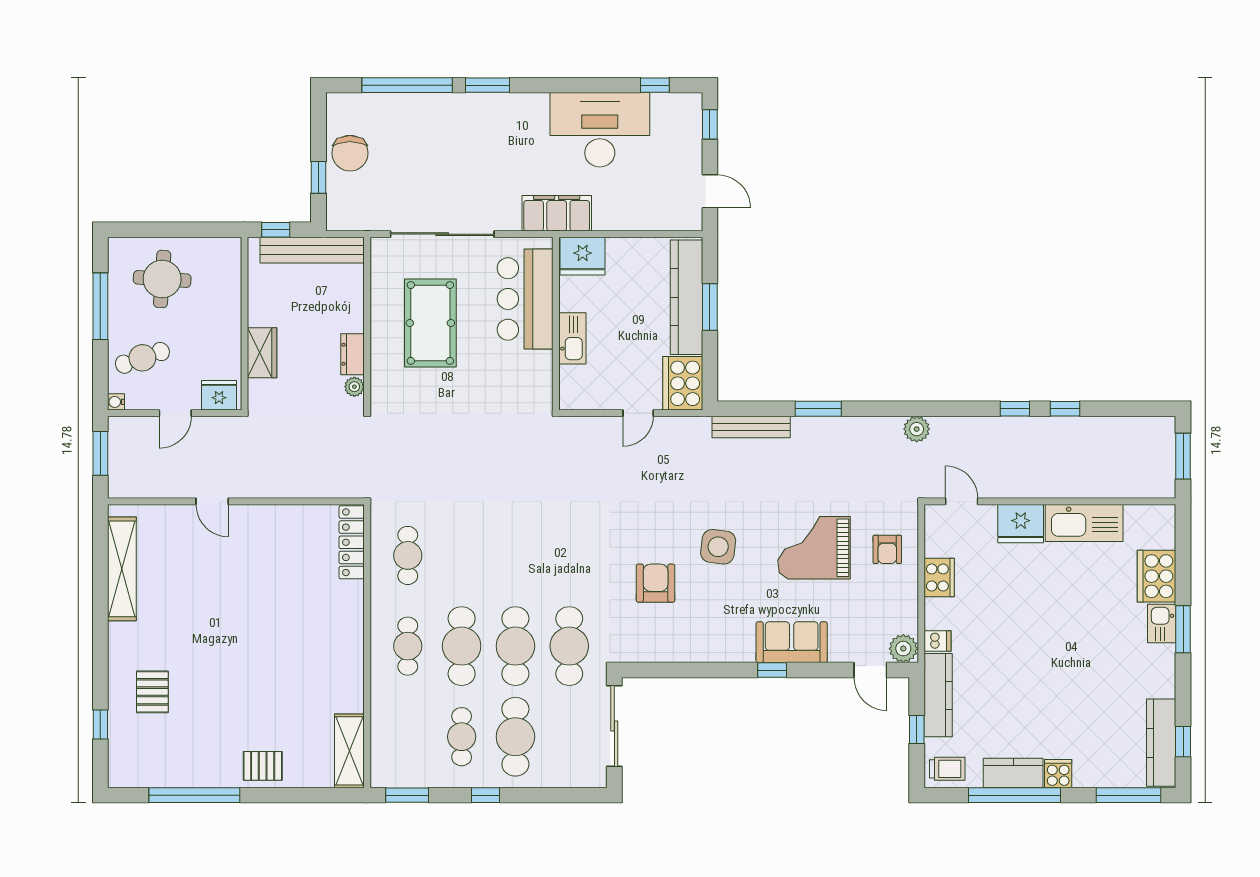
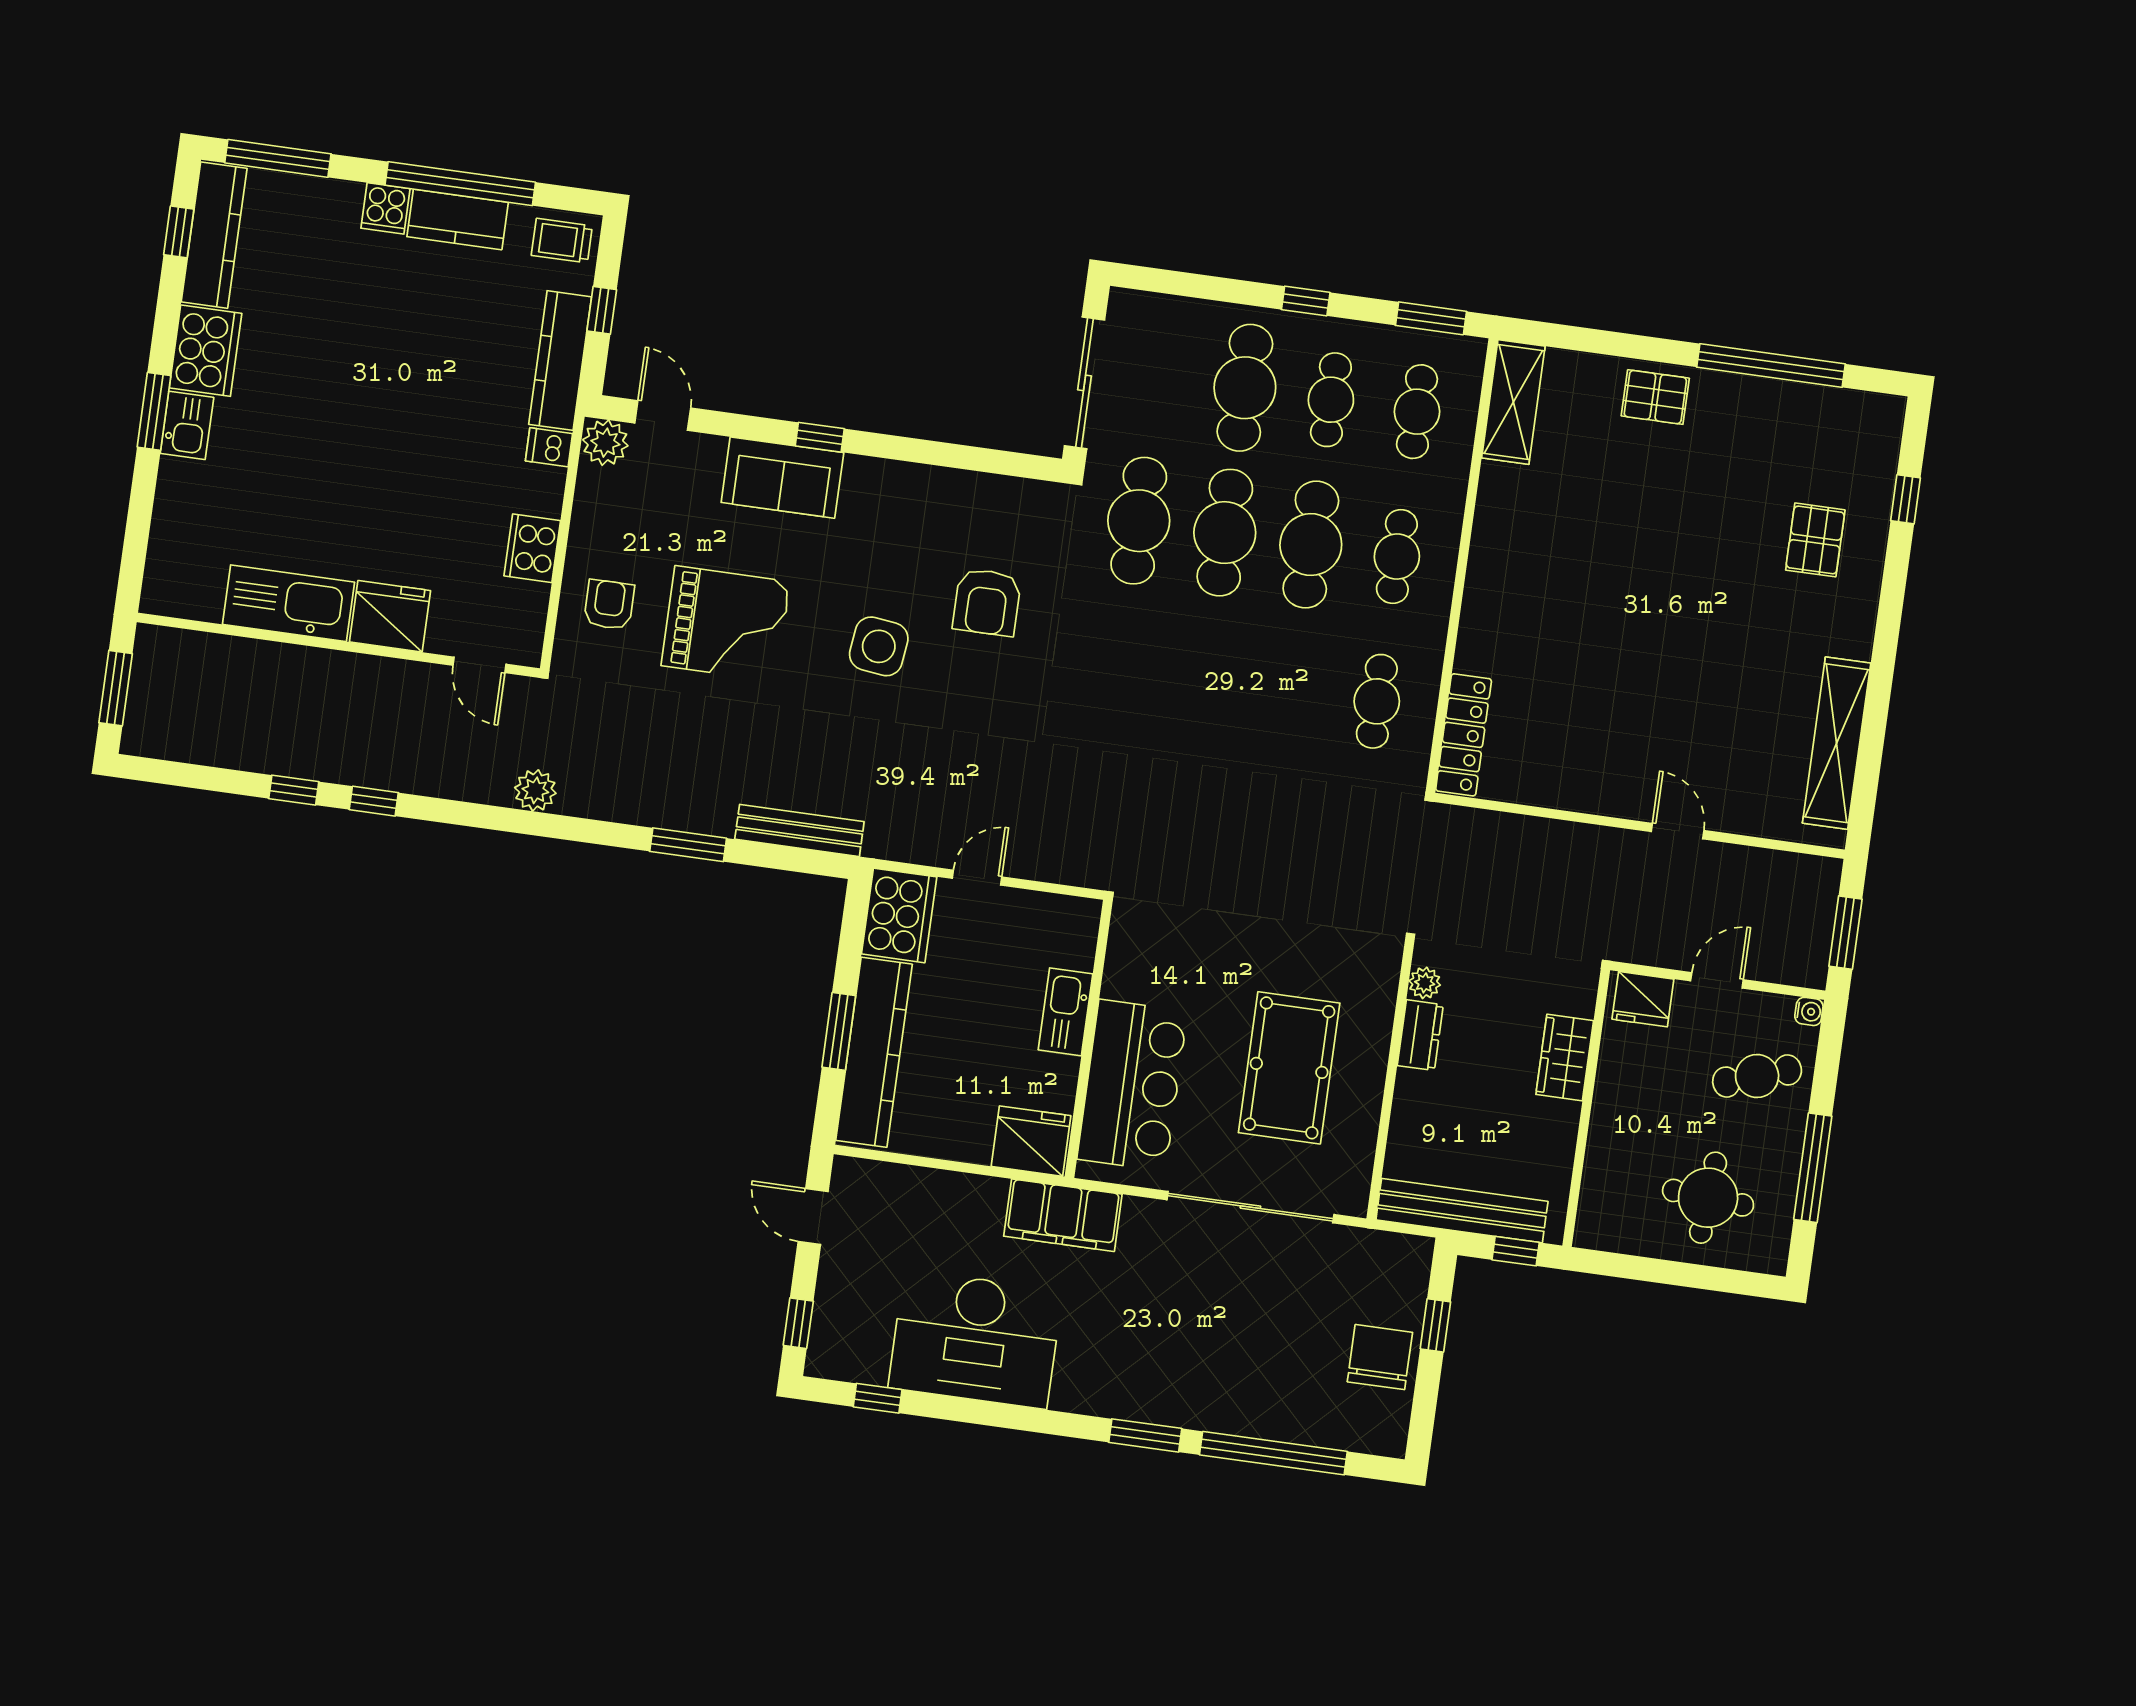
cooker: (1157, 576) -> (206, 351), moved
cafe table: (408, 737) -> (1417, 412), added

